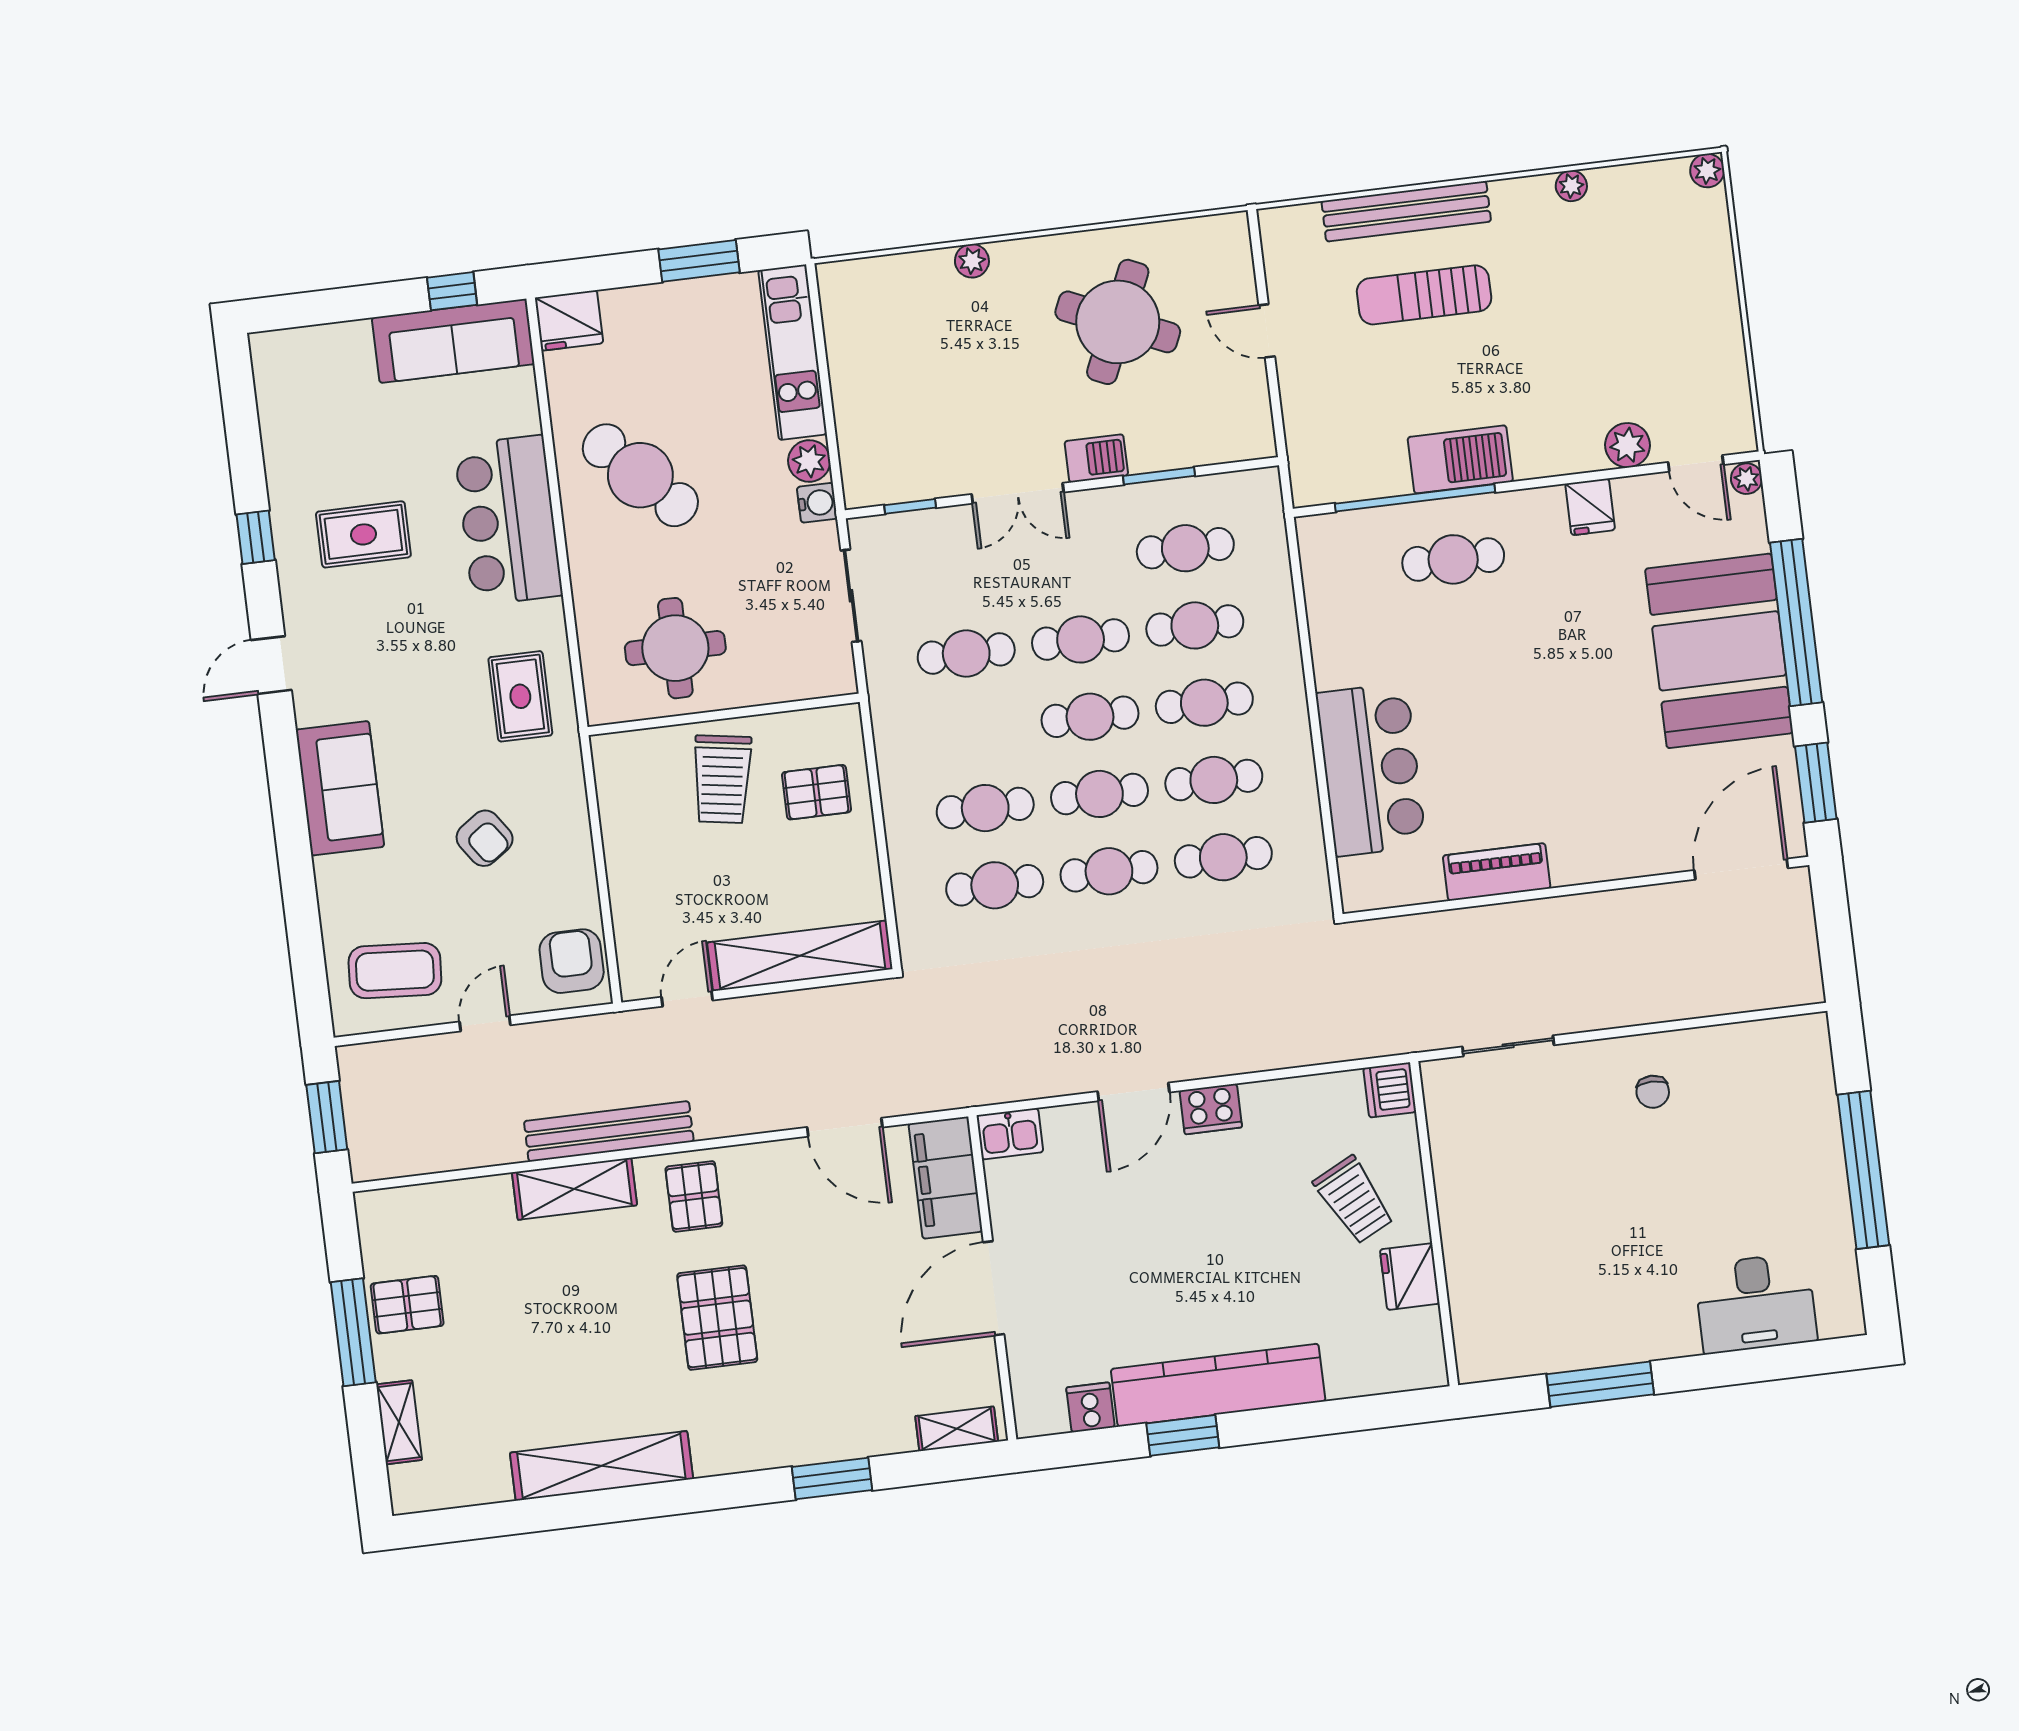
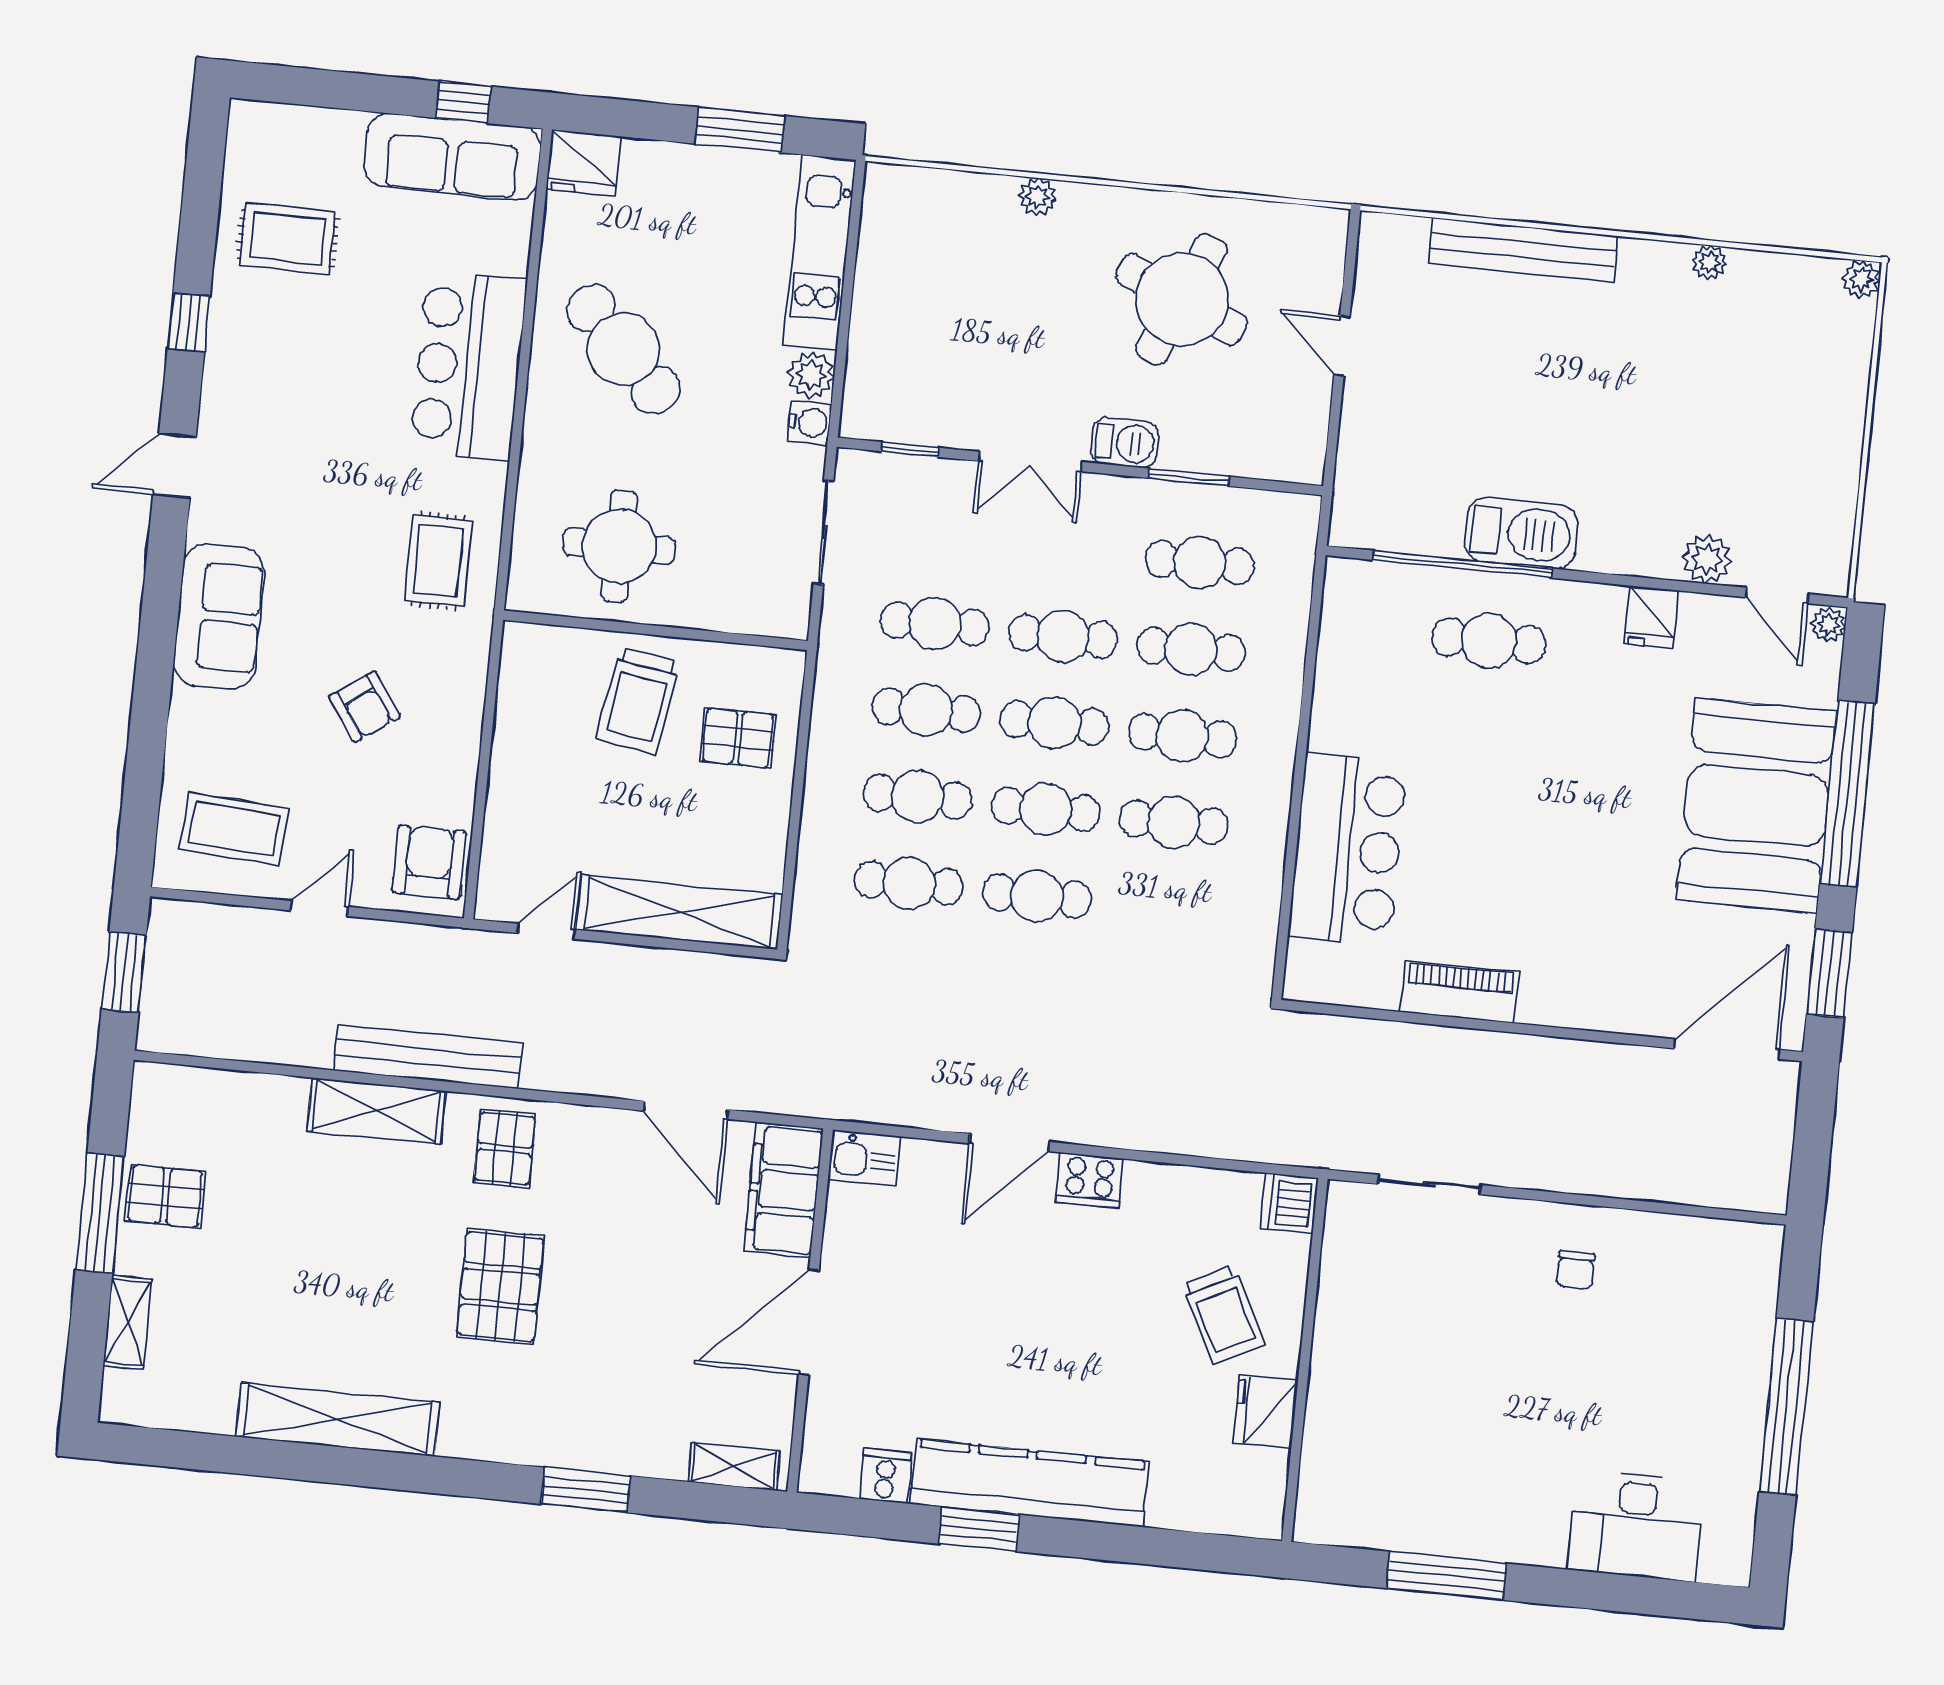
sun lounger: (1424, 295) -> (1522, 345), removed
rug: (363, 534) -> (288, 239), moved
cafe table: (1223, 857) -> (926, 710), moved

